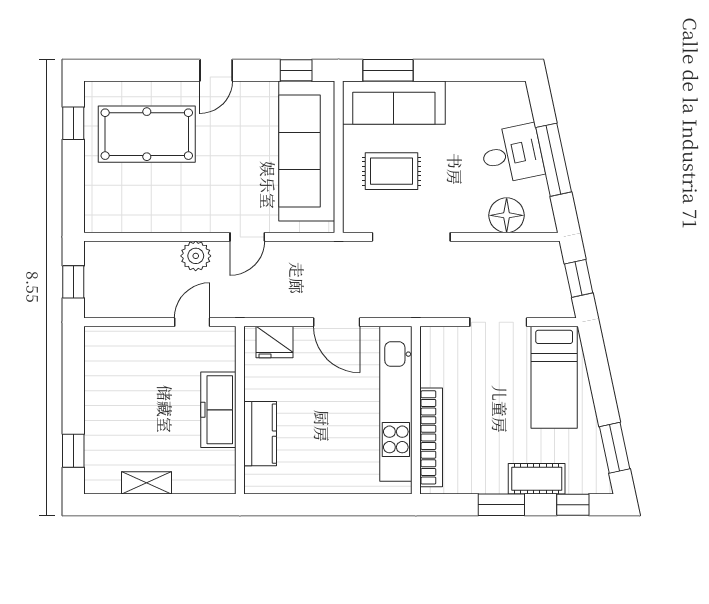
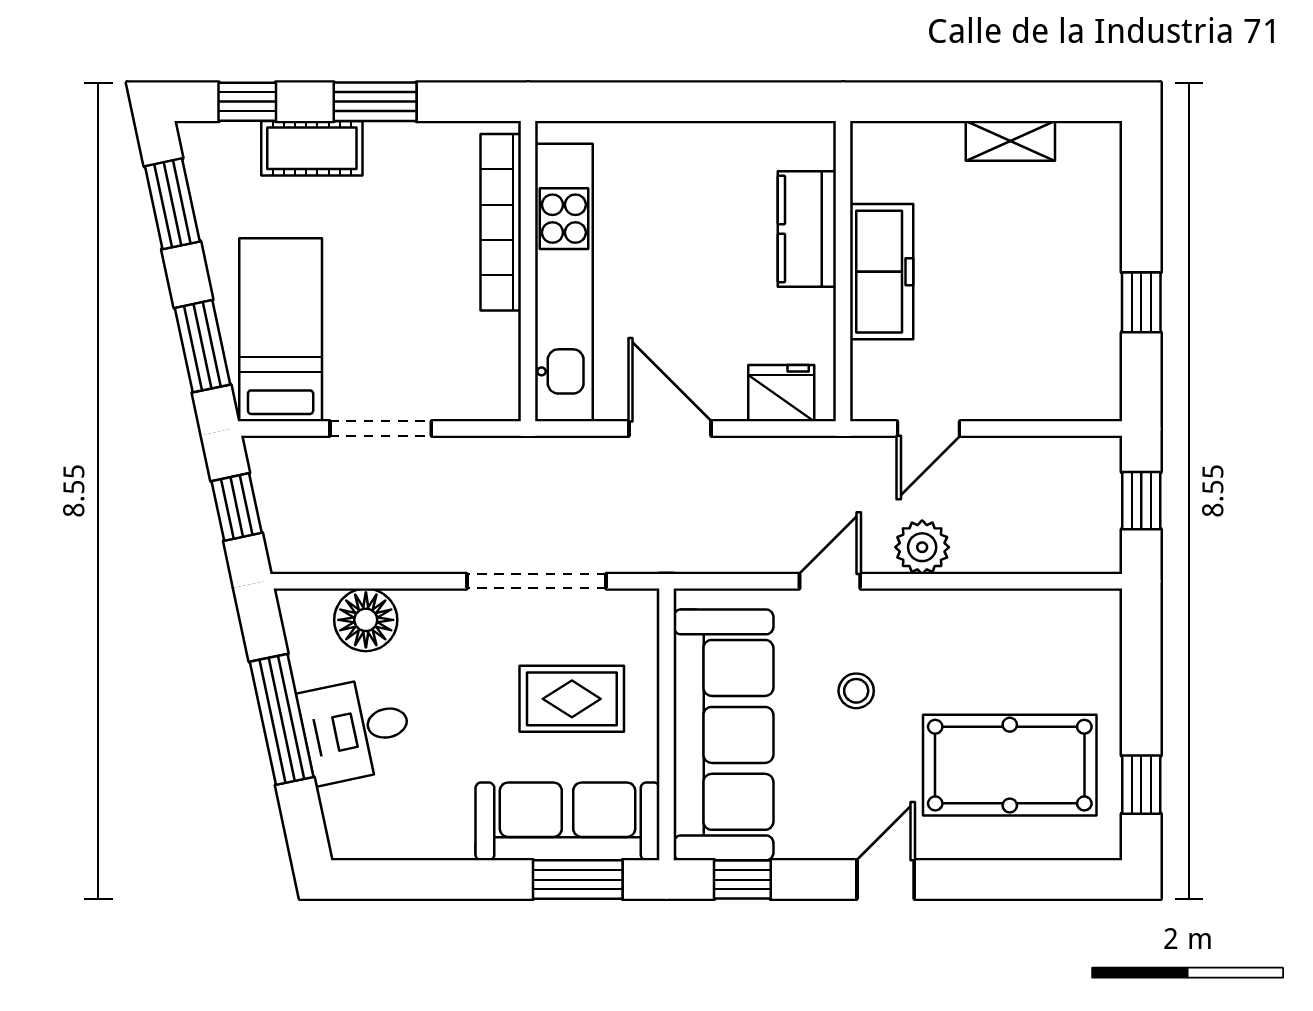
stool: (233, 176) -> (856, 691), added
window: (598, 368) -> (203, 346), added
window: (73, 451) -> (1141, 302), moved

